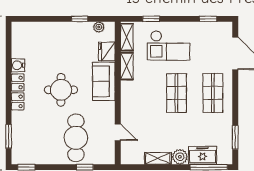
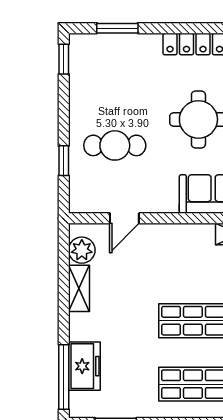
cafe table: (76, 138) -> (115, 145), width x0.73, depth x0.74
plant: (180, 157) -> (82, 250), moved

